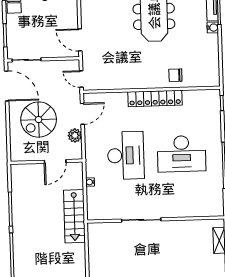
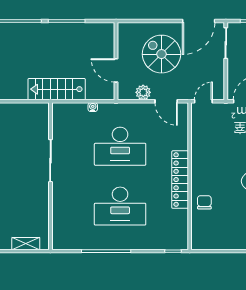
desk: (182, 154) -> (120, 206), turned -90

